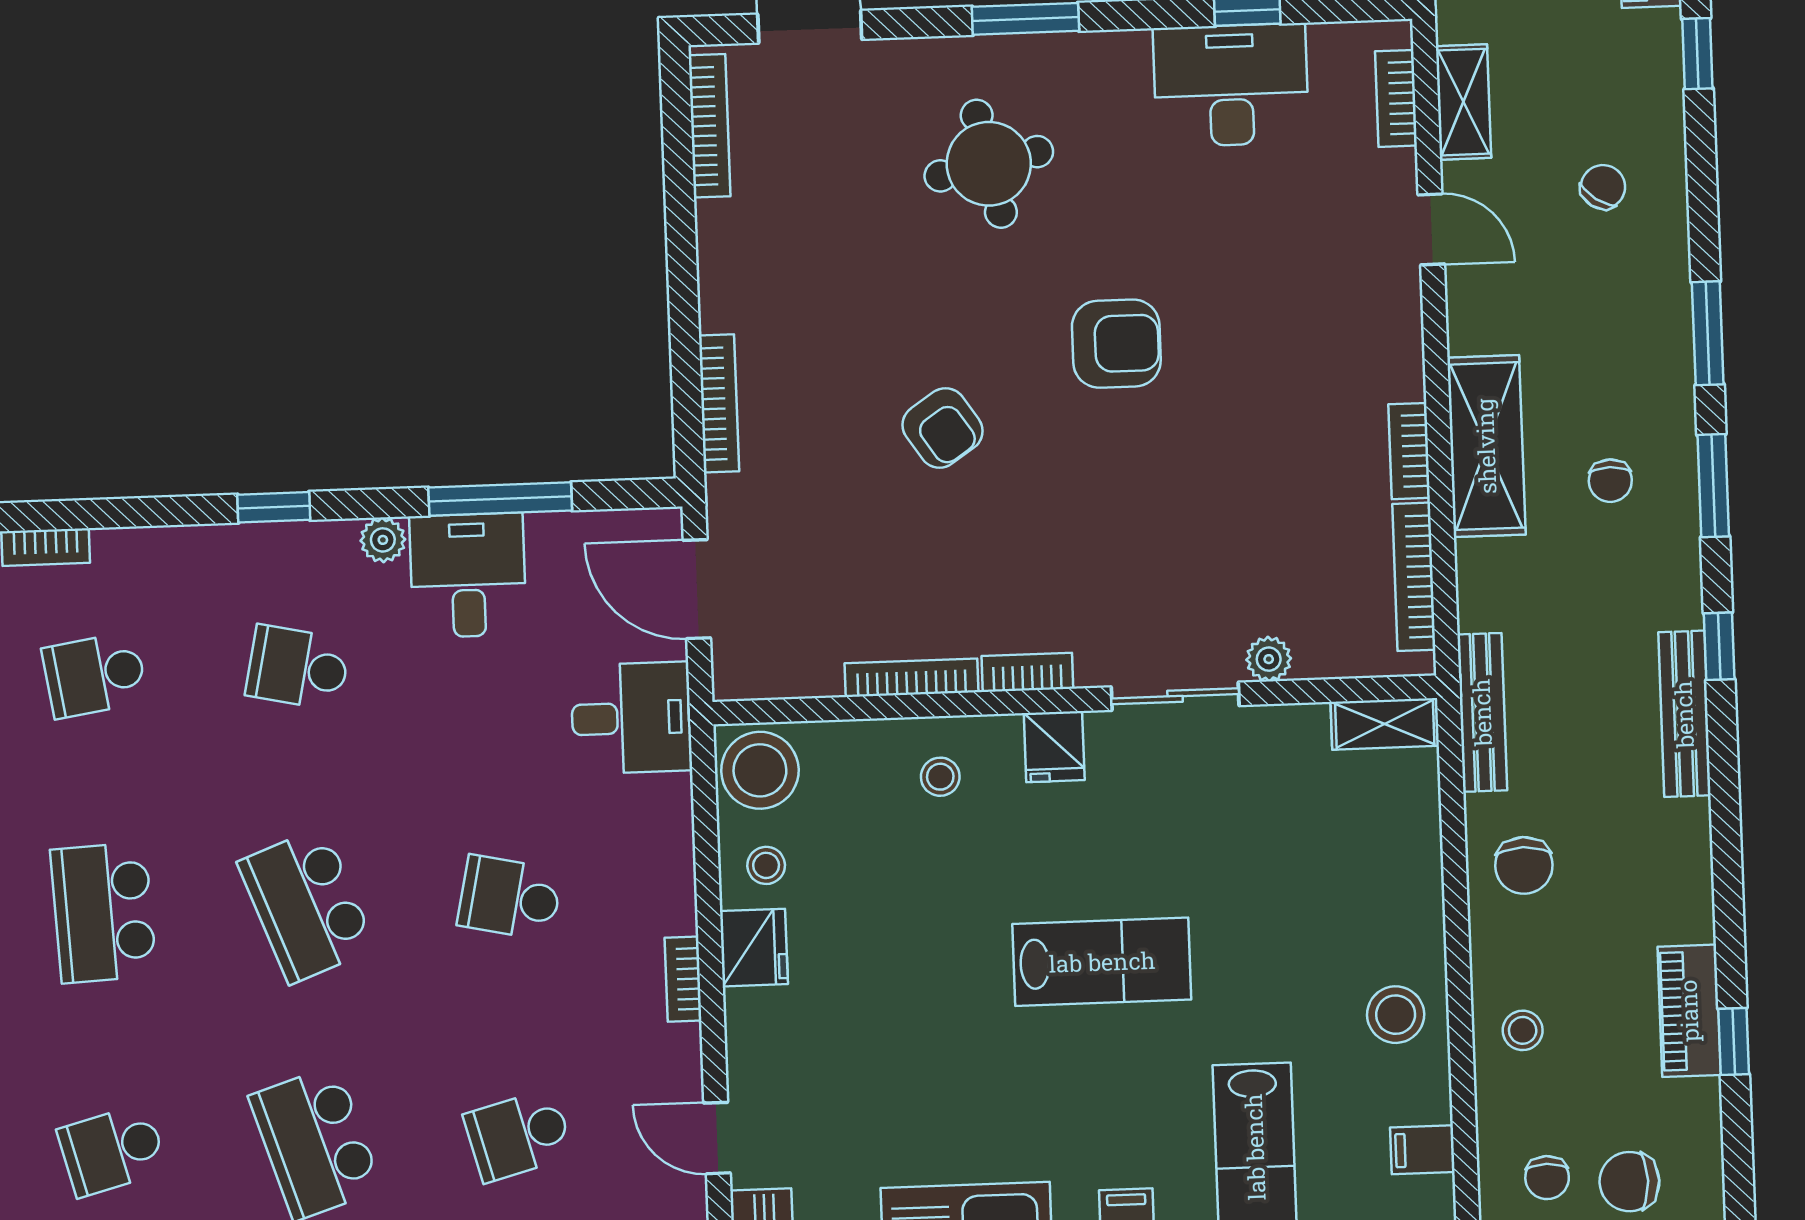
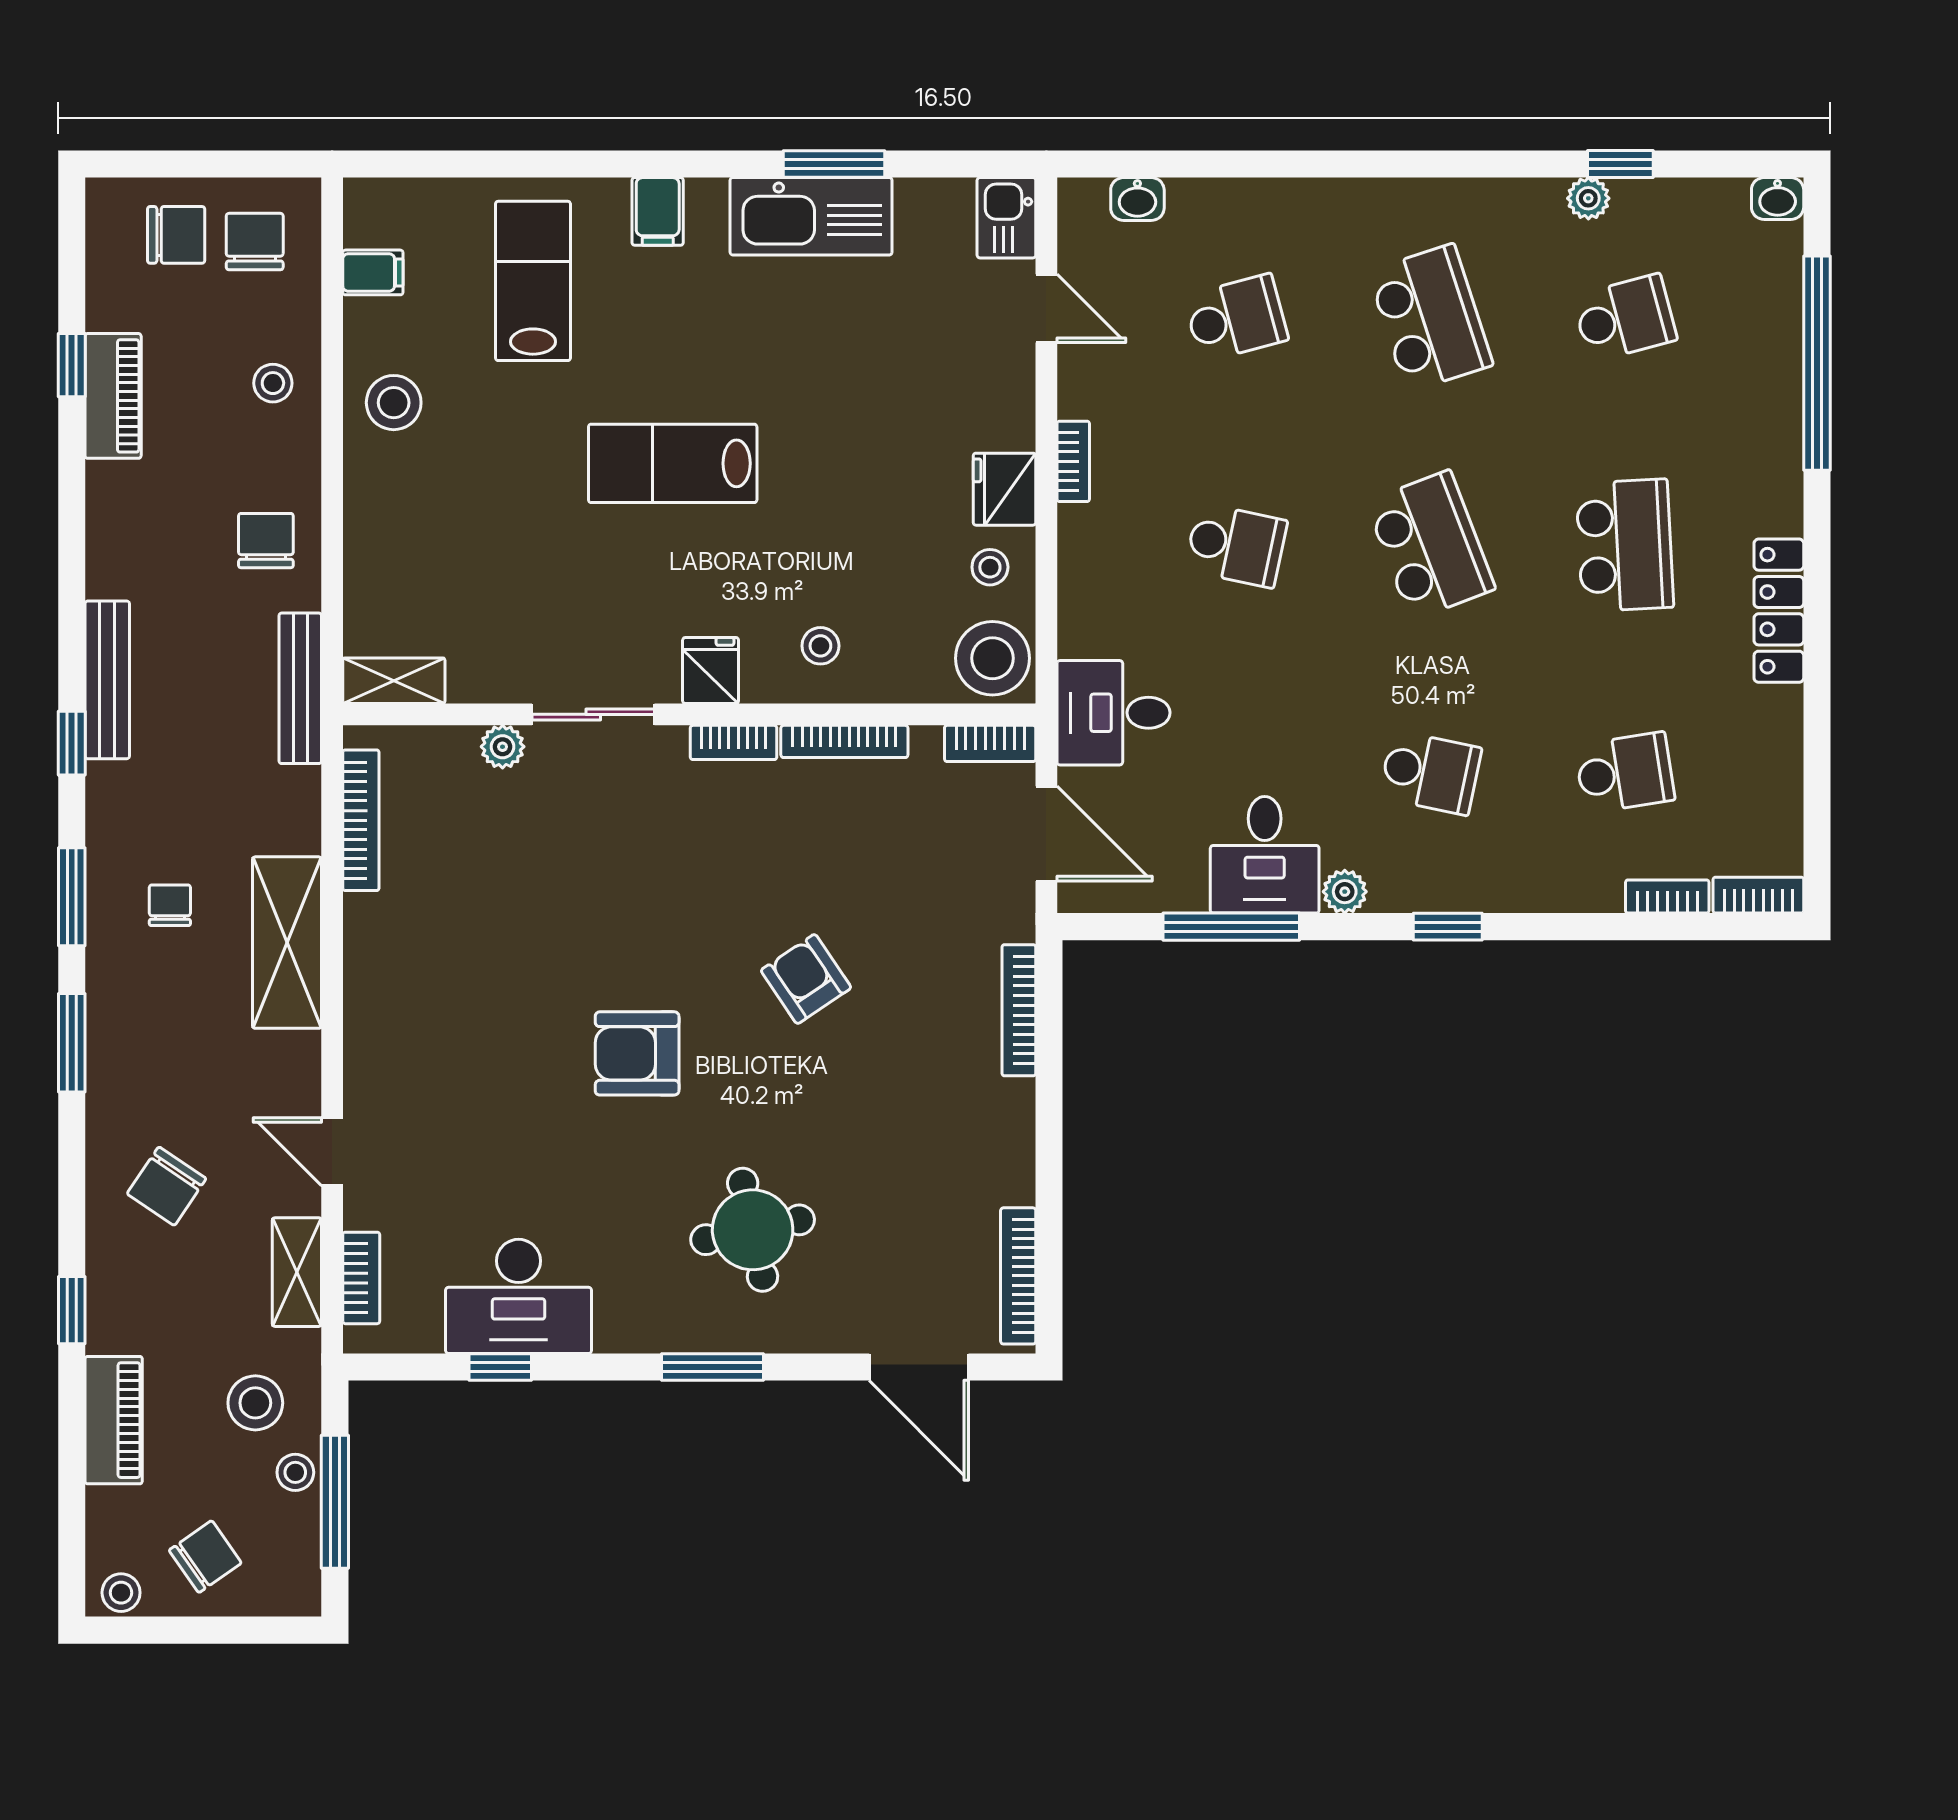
chair: (1603, 187) -> (167, 1186), width x1.37, depth x1.37
bookcase: (1409, 451) -> (990, 743), moved, turned 90
chair: (1547, 1178) -> (255, 242), width x1.37, depth x1.37

